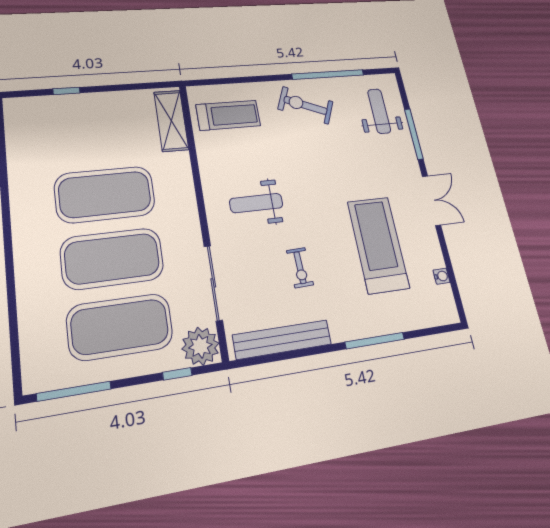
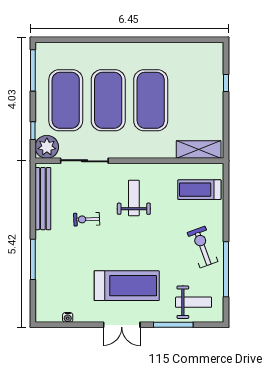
exercise bike: (306, 105) -> (203, 247), turned -43
treadmill: (228, 115) -> (199, 190), turned 90
treadmill: (378, 245) -> (127, 286), moved

